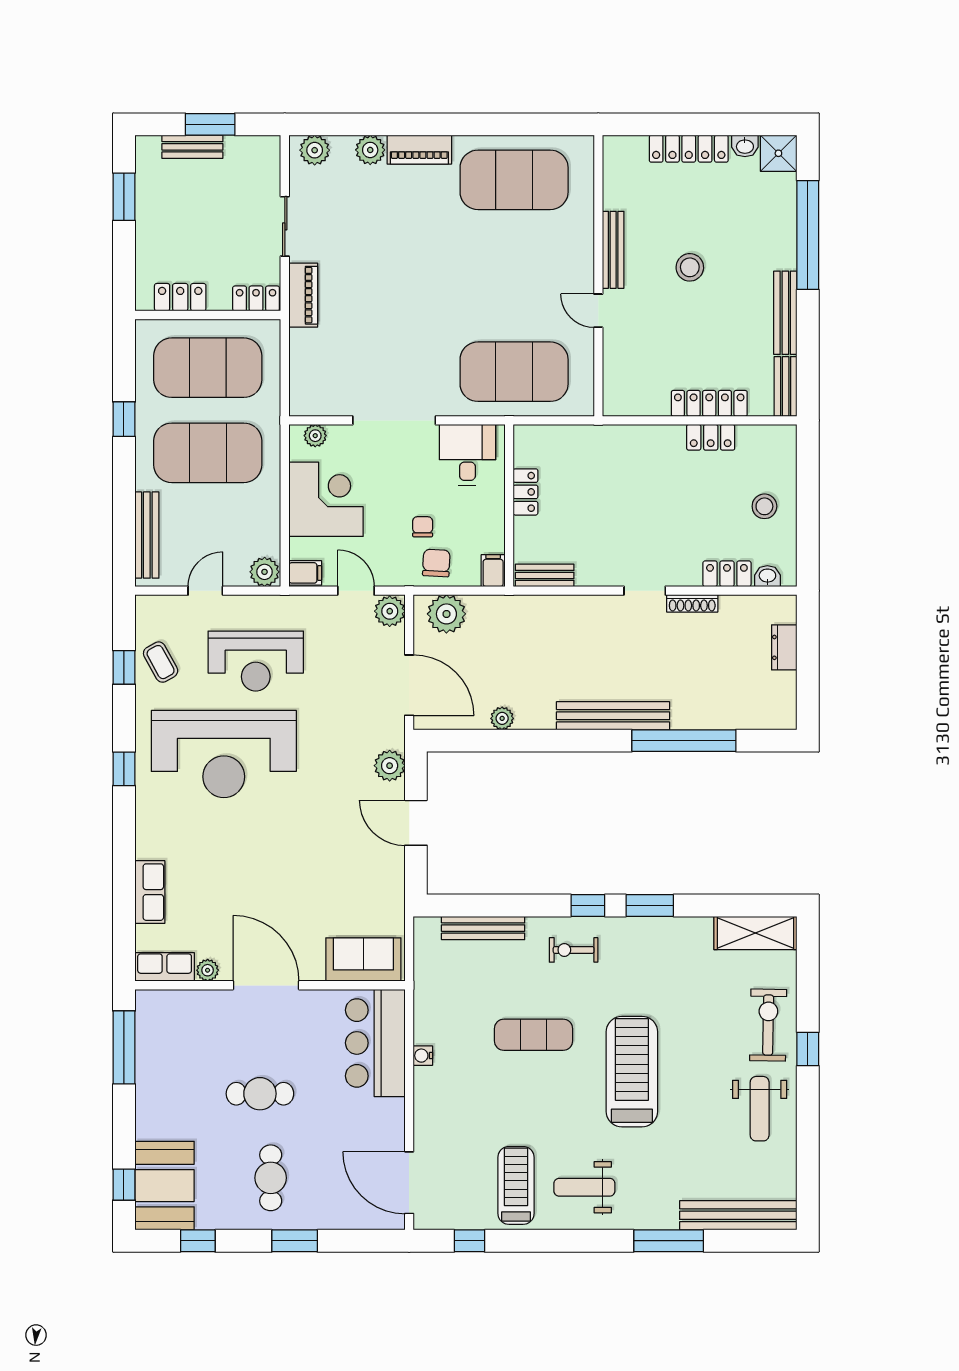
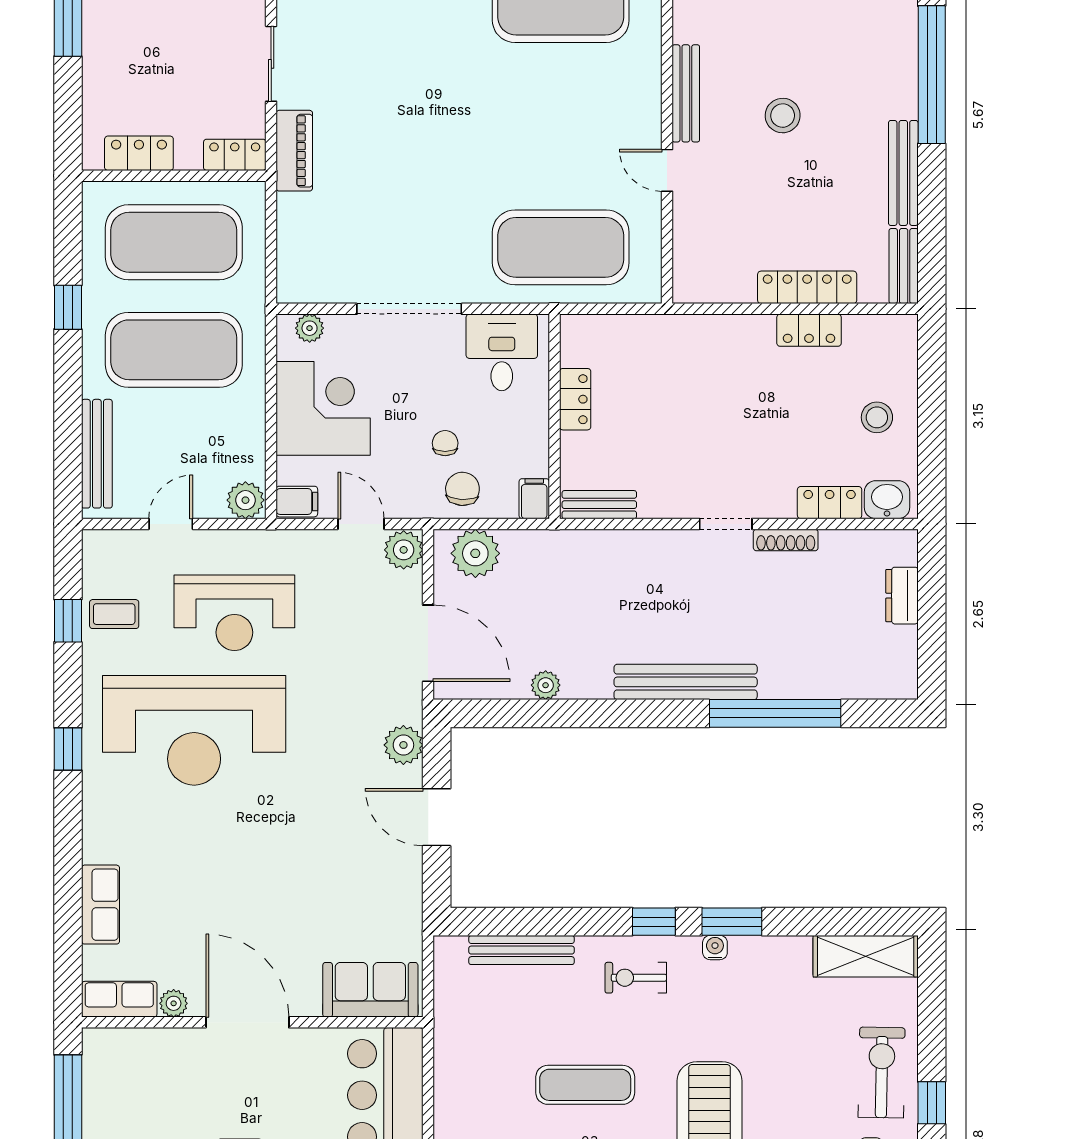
washbasin: (767, 576) -> (887, 500), width x1.38, depth x1.45
coffee table: (161, 662) -> (114, 614), turned -61
water cooler: (423, 1056) -> (715, 948), moved, turned 90

